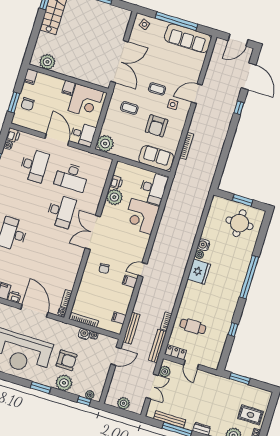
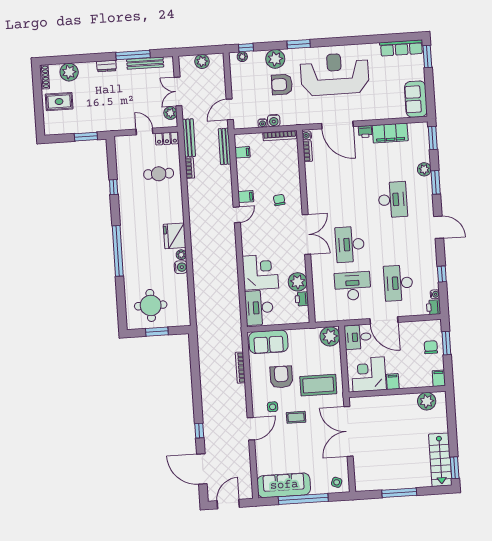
coffee table: (129, 108) -> (318, 385), width x1.86, depth x1.72

